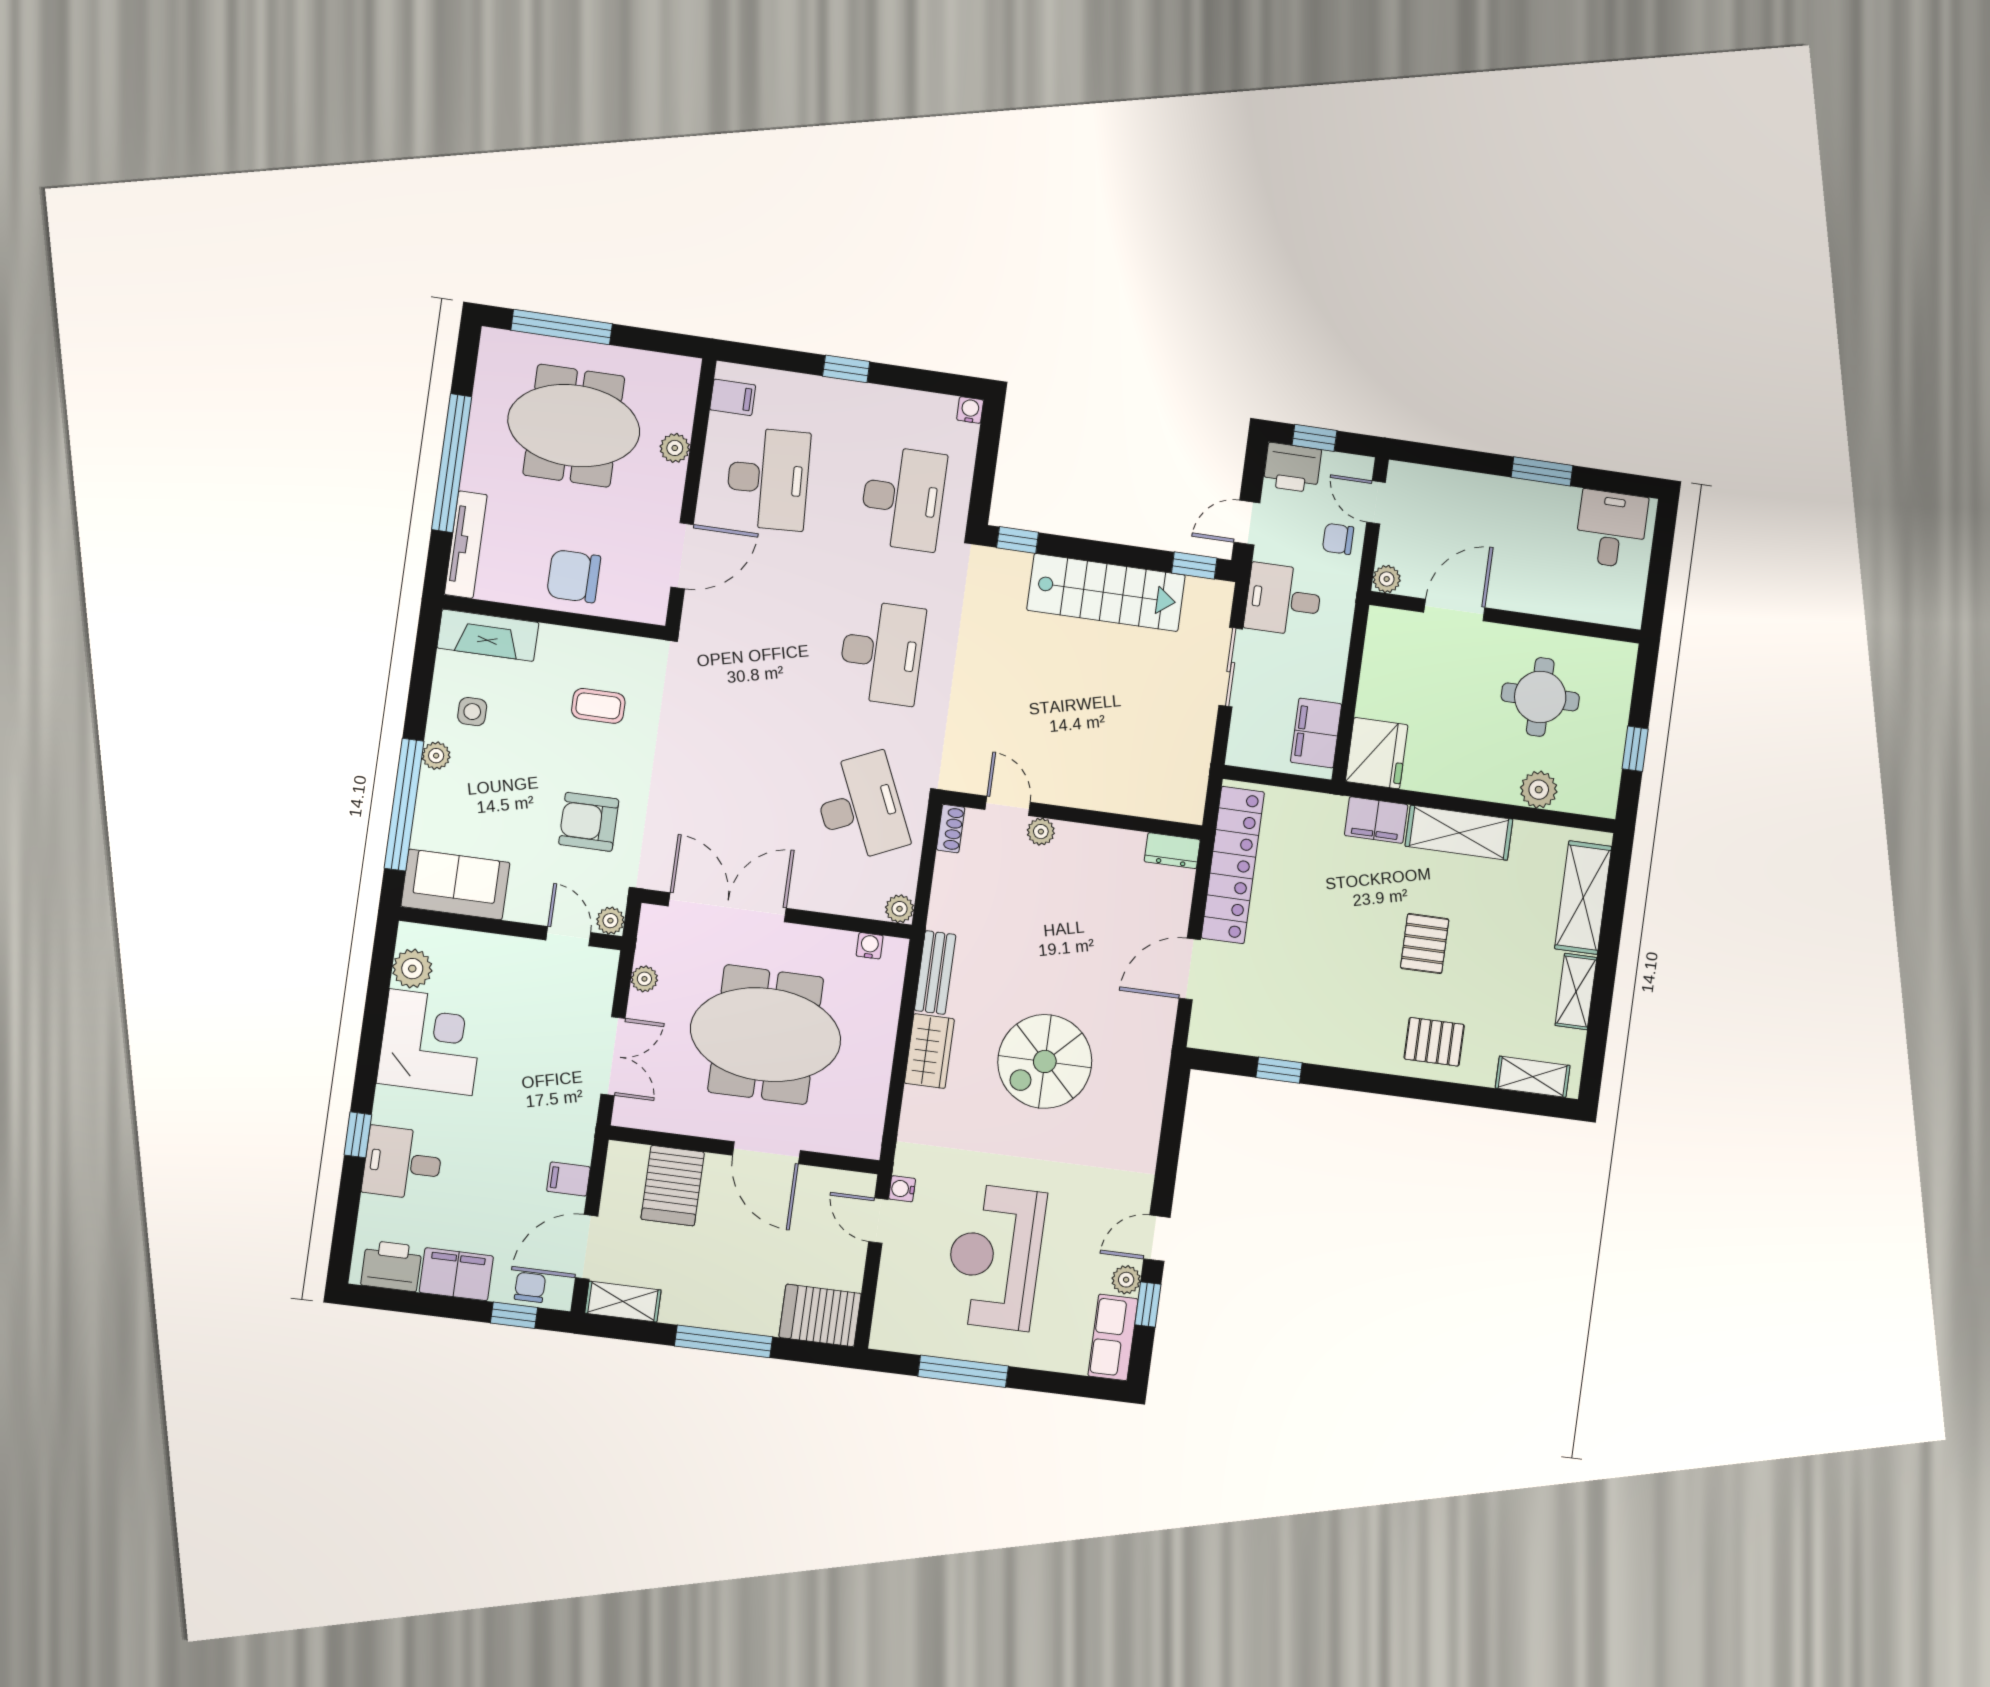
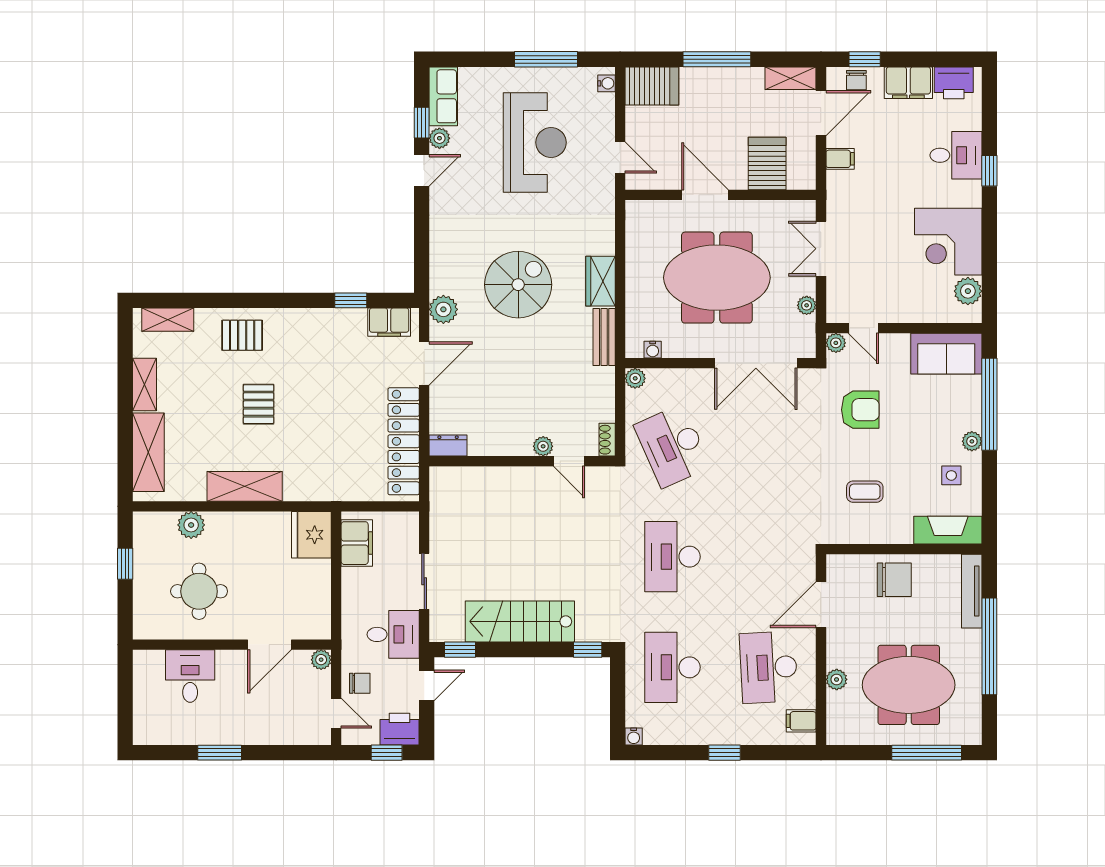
desk: (1611, 529) -> (190, 676), moved, turned 180
filing cabinet: (1376, 820) -> (389, 322), moved, turned 180
plant: (1153, 1041) -> (443, 309), added
water cooler: (902, 1189) -> (606, 83), moved

